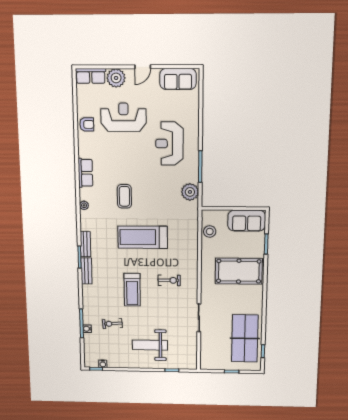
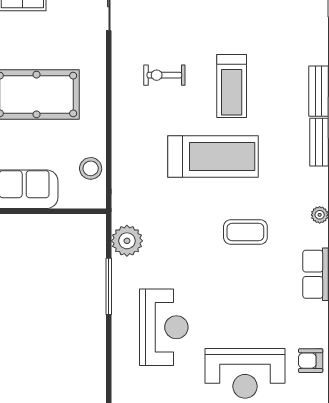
coffee table: (124, 196) -> (245, 232), turned 90
treadmill: (132, 290) -> (232, 86), moved, turned 180

